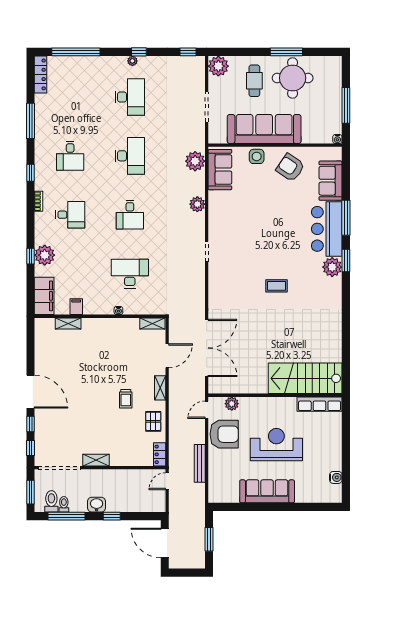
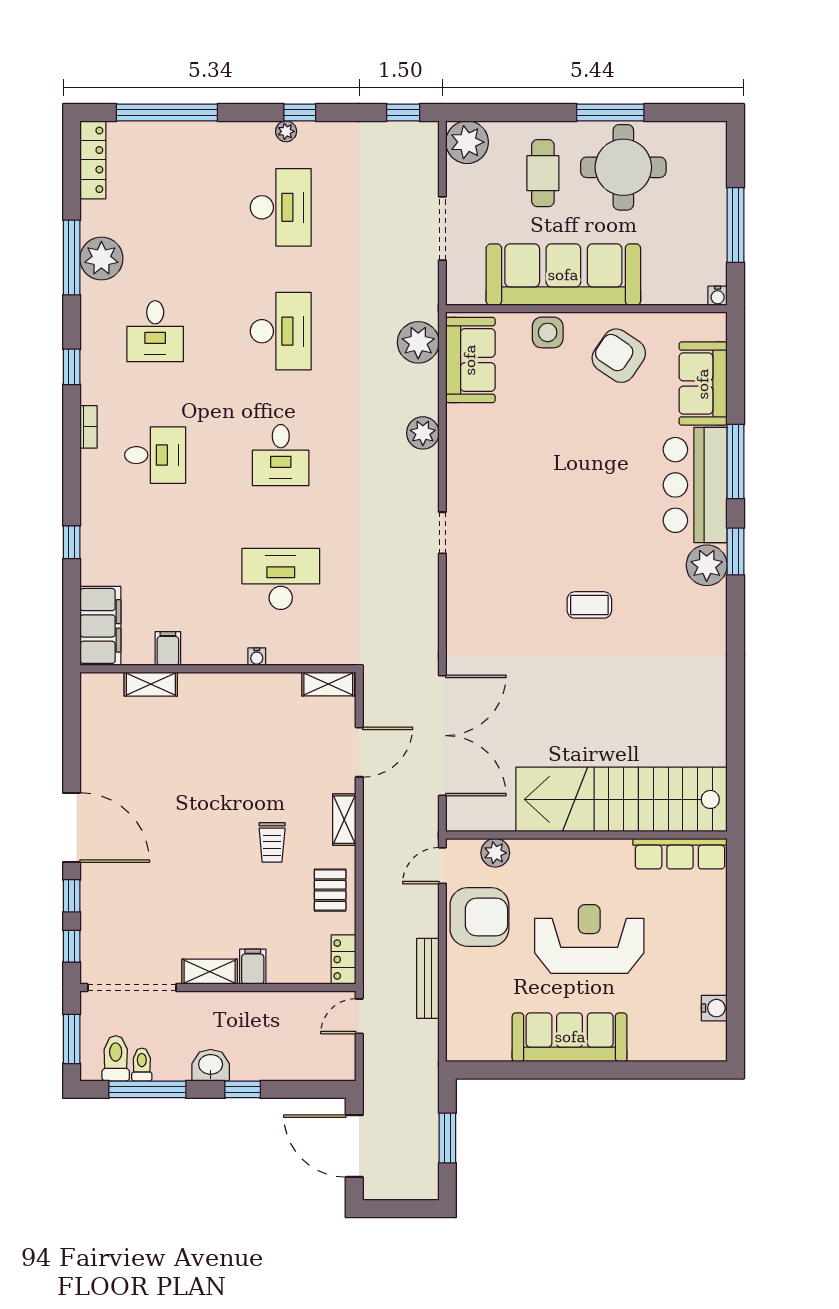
plant: (45, 255) -> (101, 258), moved
stairs: (305, 378) -> (622, 799), width x1.36
filing cabinet: (117, 458) -> (253, 967), added

